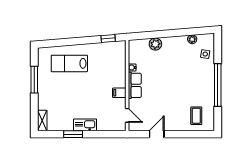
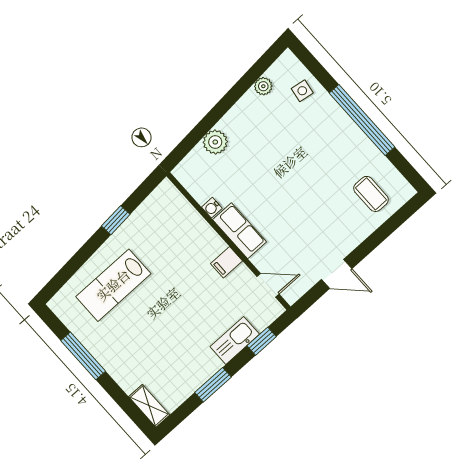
window: (108, 39) -> (116, 220), moved
kitchen sink: (85, 125) -> (235, 340), moved
window: (106, 134) -> (262, 341), added
door: (157, 134) -> (337, 274), swing flipped

